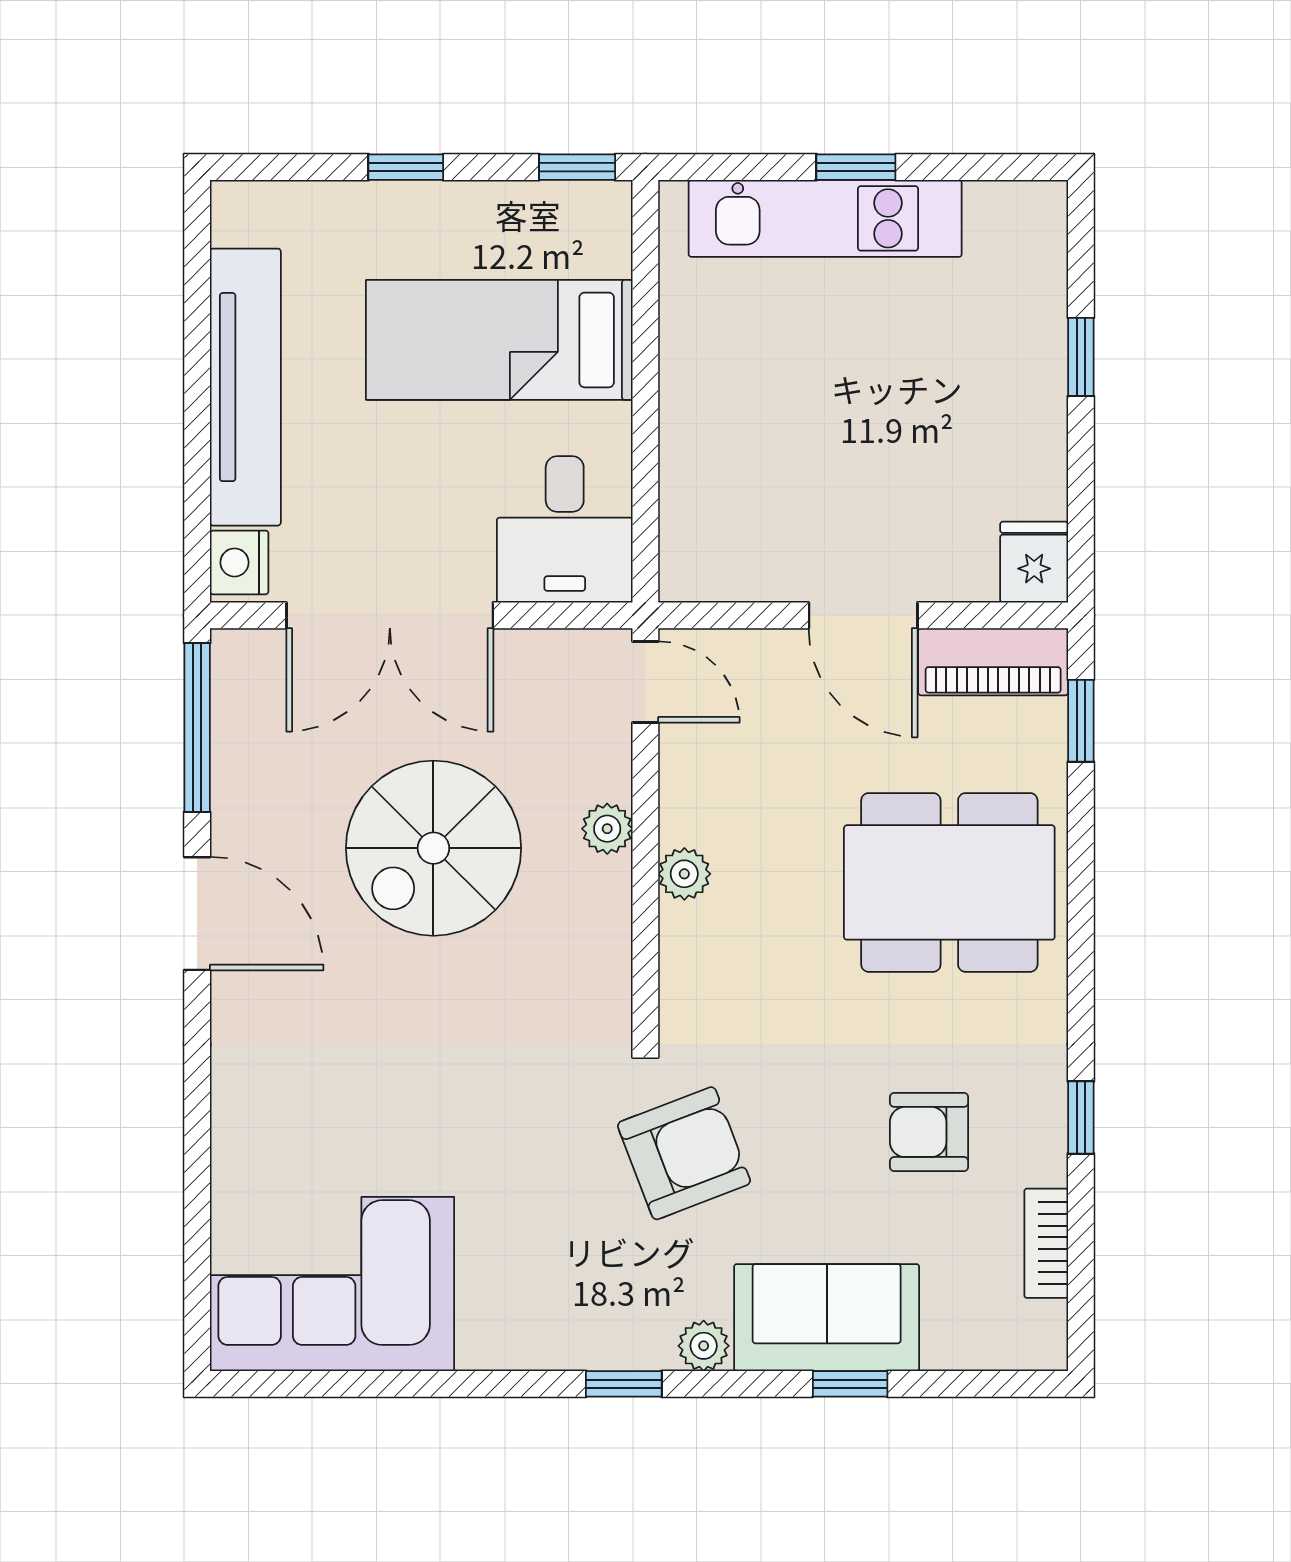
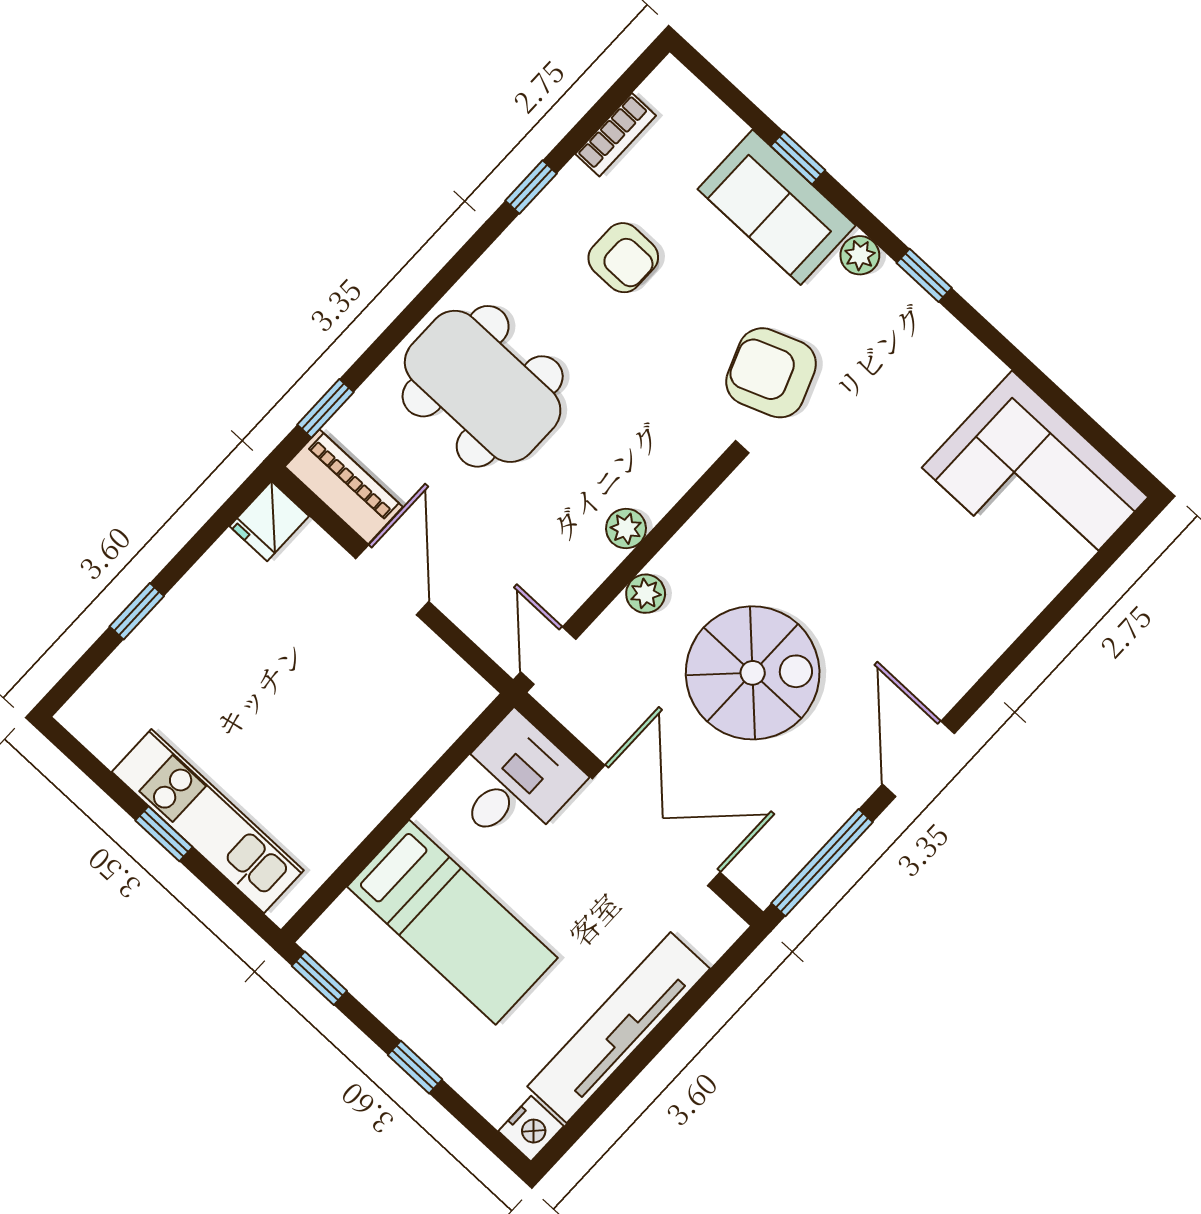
nightstand: (239, 562) -> (531, 1129), moved

